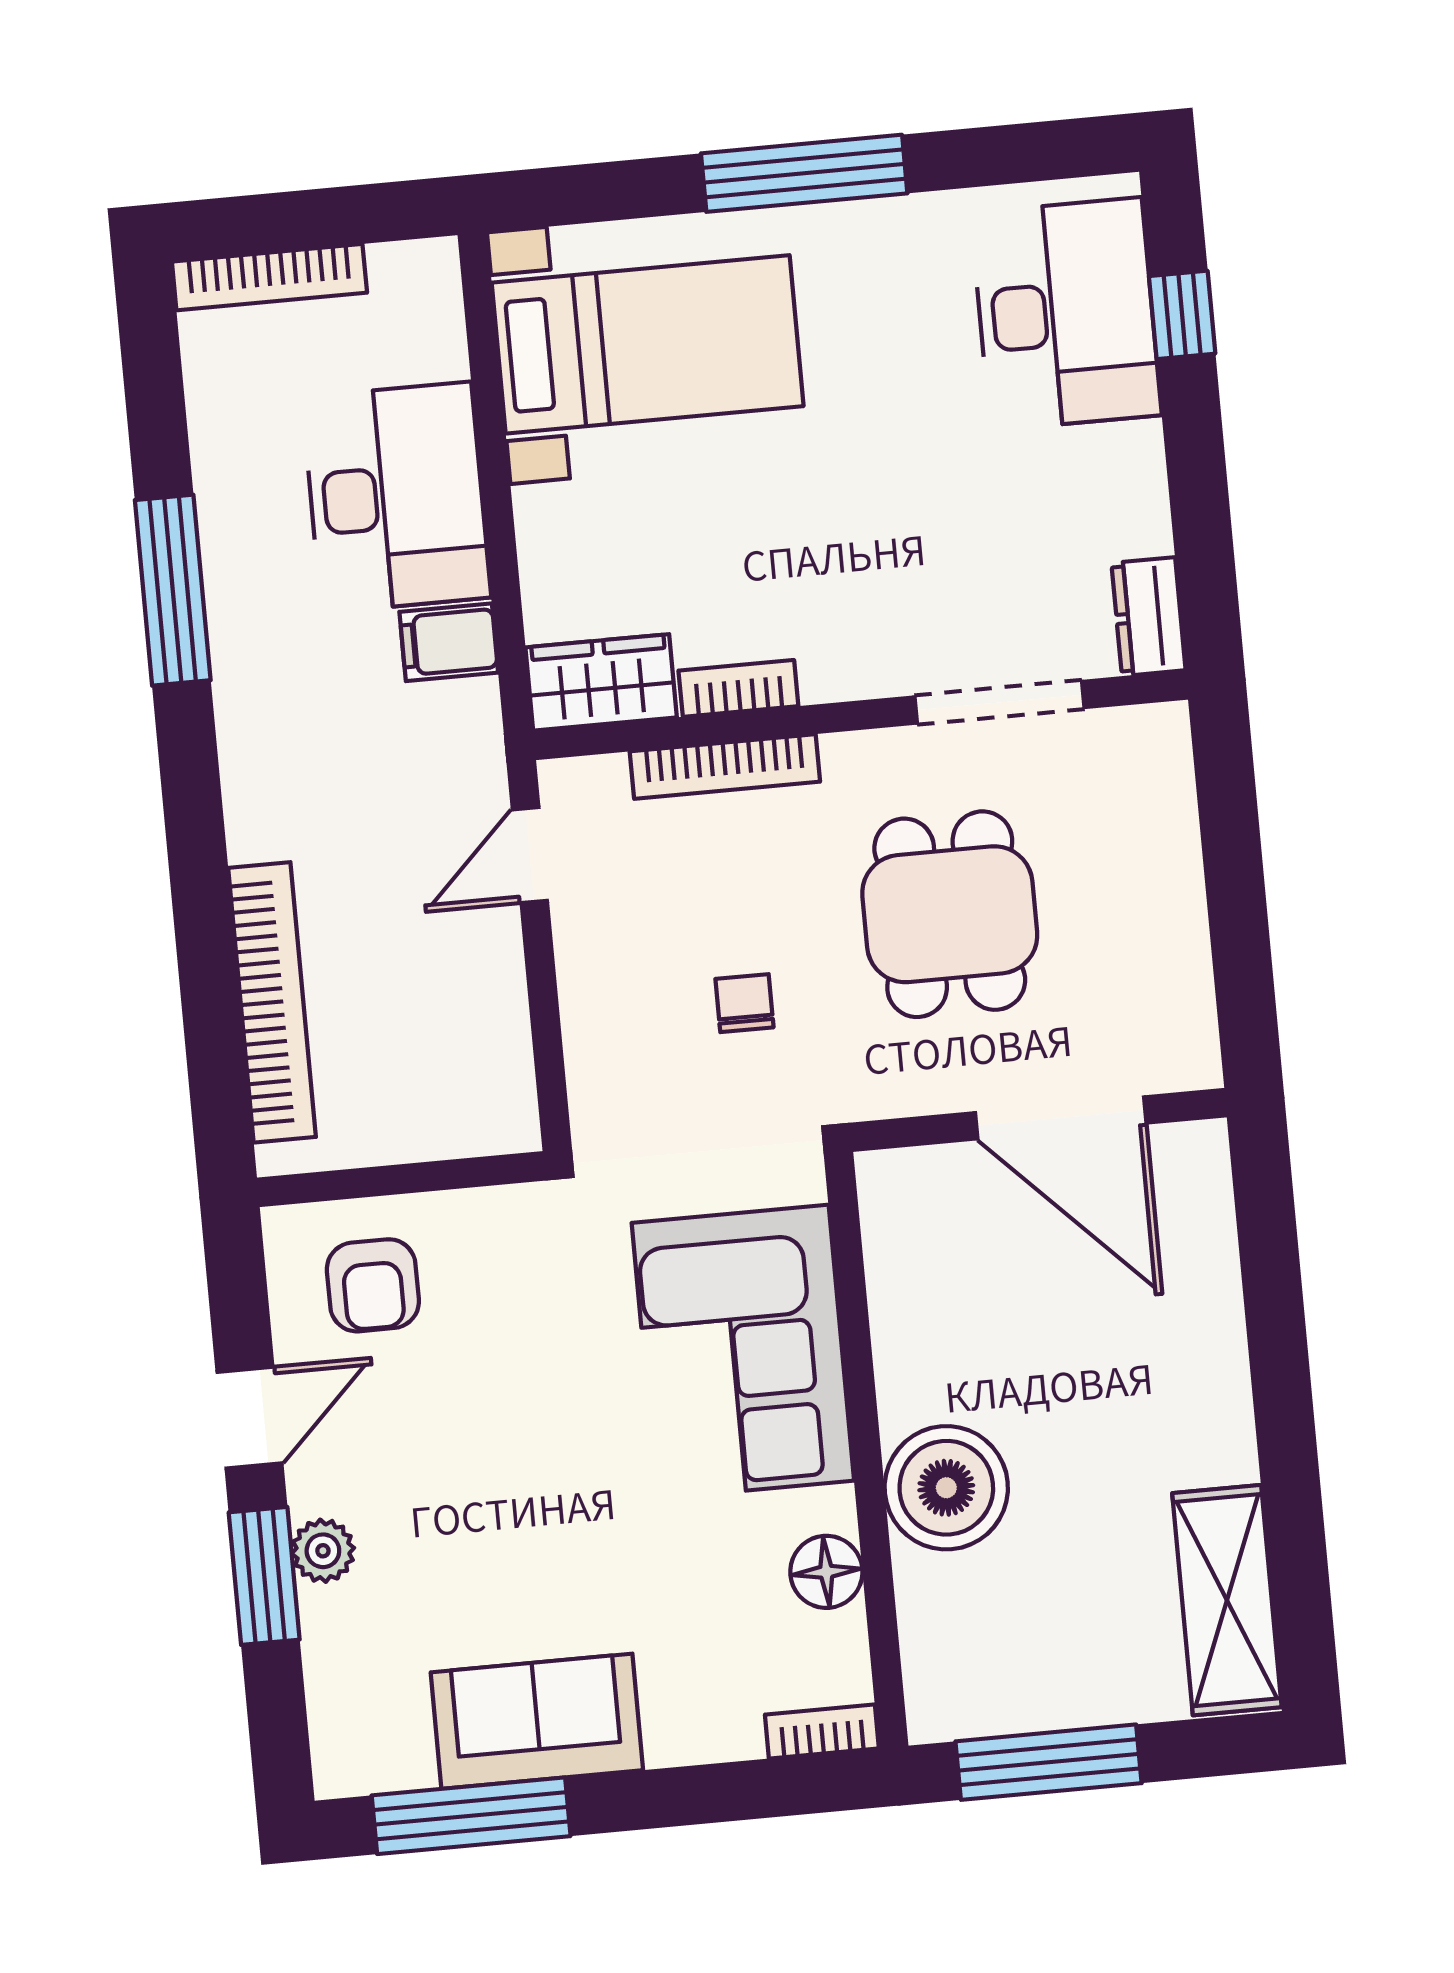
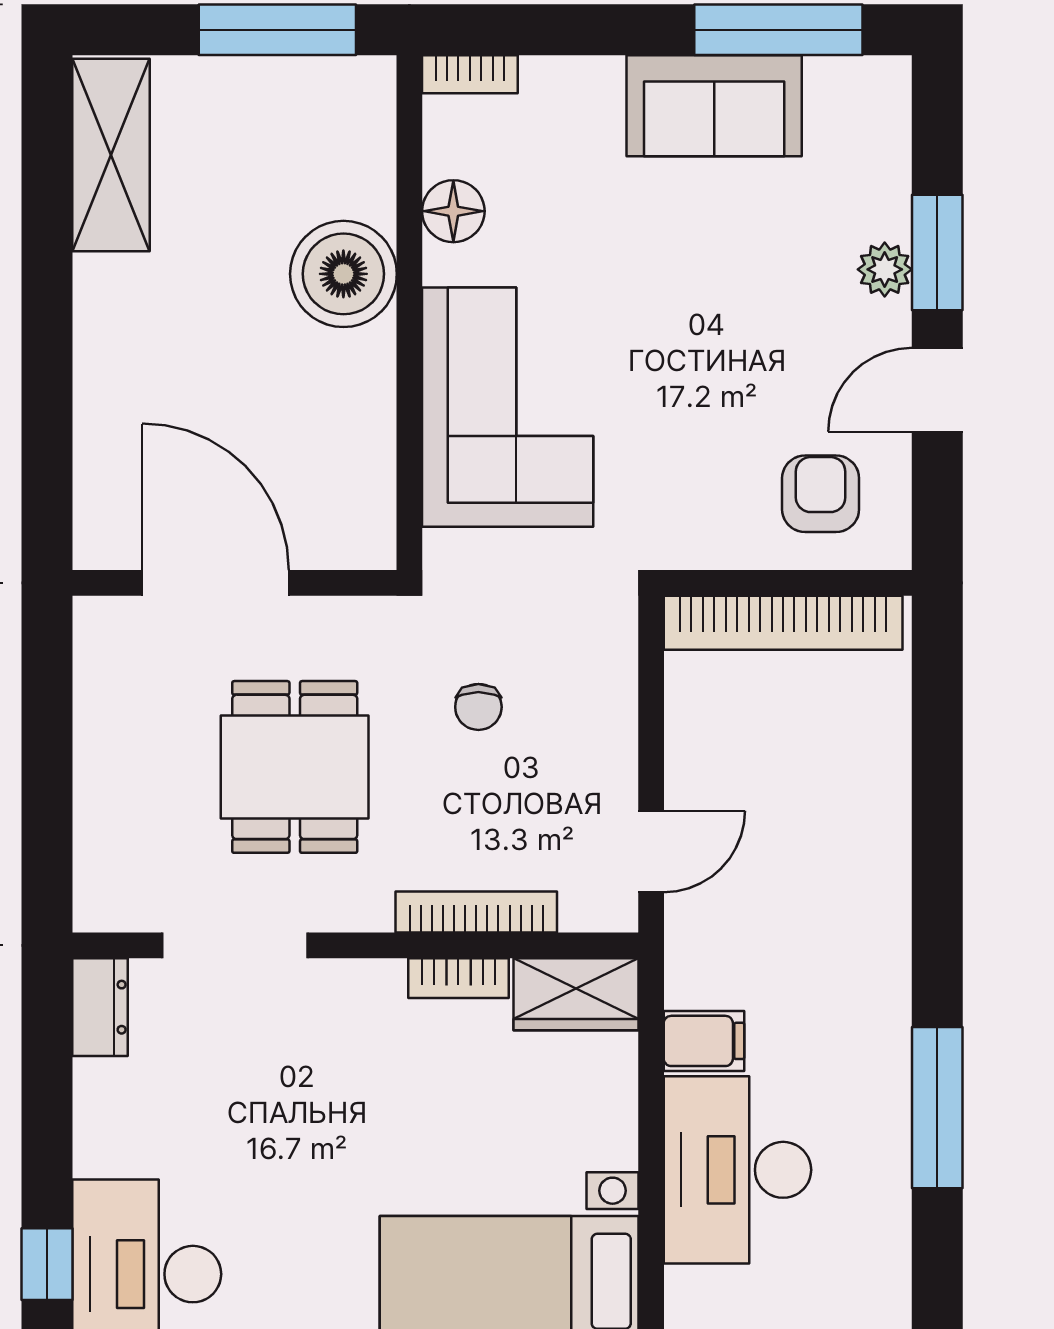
bookcase: (272, 1002) -> (783, 623), moved, turned -90

